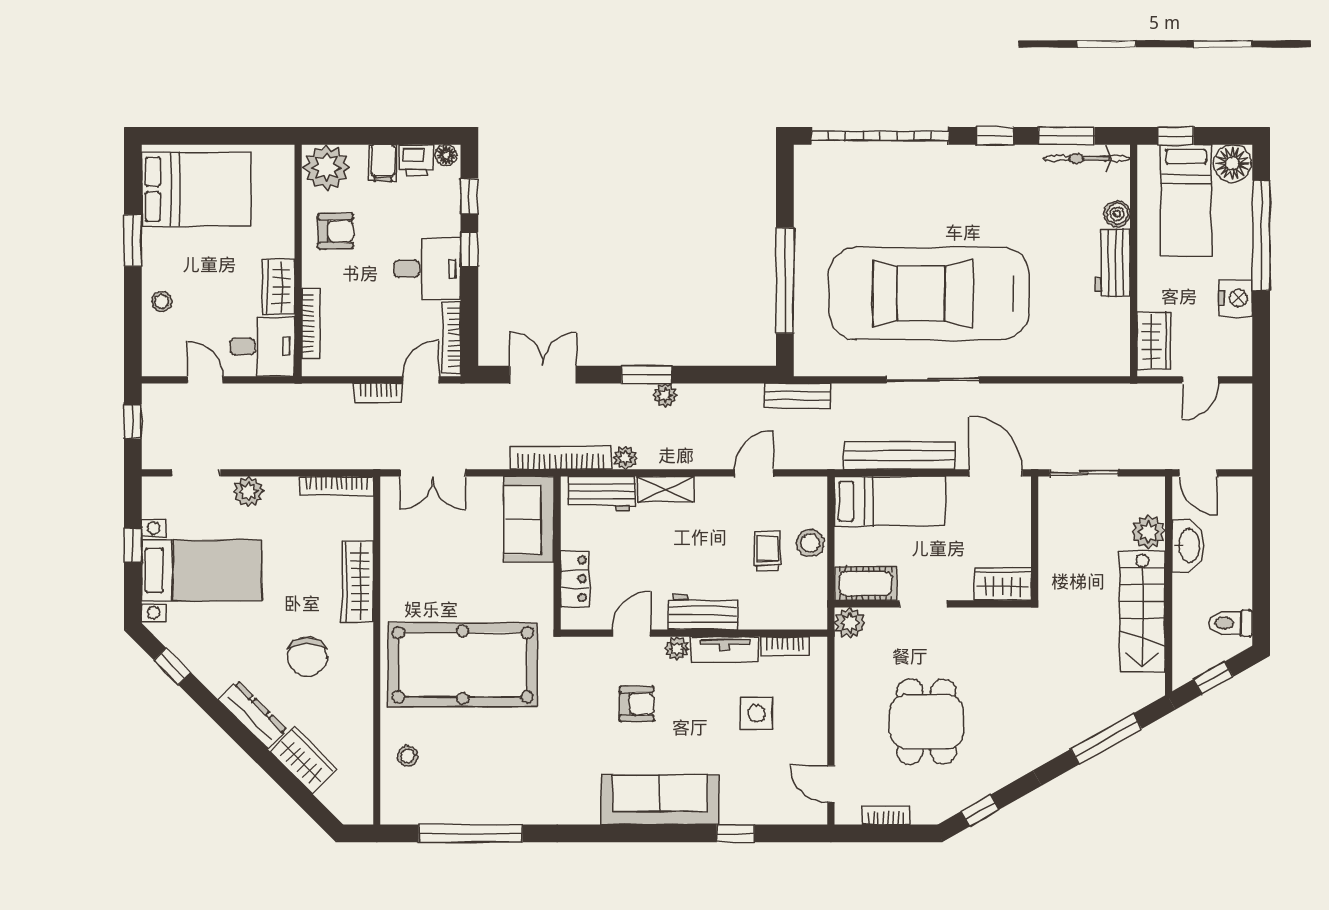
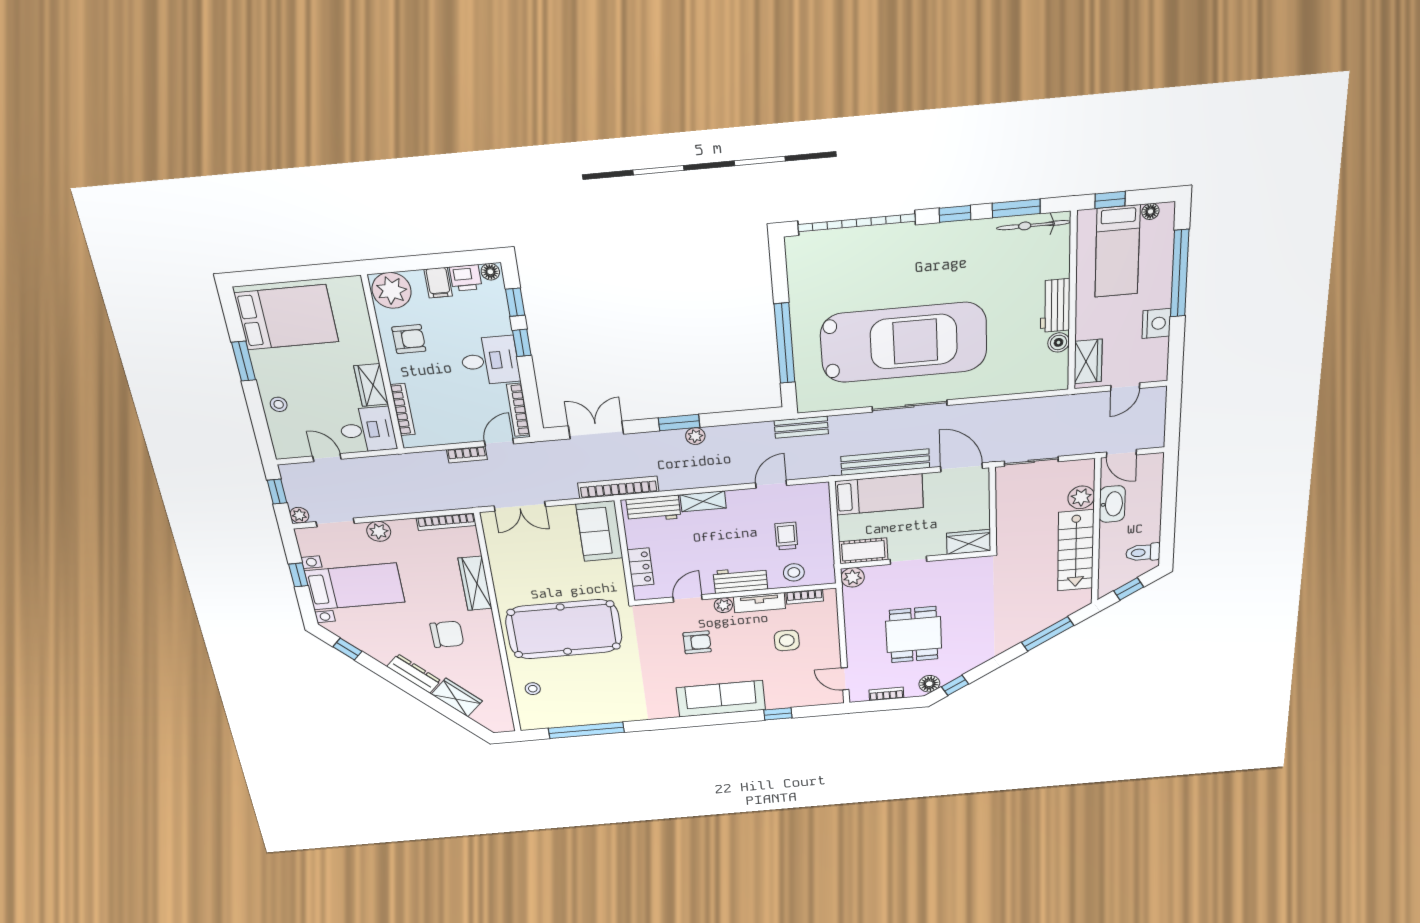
floor lamp: (1232, 163) -> (1150, 211), width x0.53, depth x0.53
boiler: (1117, 214) -> (1059, 342), moved
car: (929, 293) -> (904, 342), turned 180
plant: (625, 458) -> (299, 515), moved
stool: (810, 543) -> (794, 572), moved
chair: (308, 657) -> (447, 634), turned -90
floor lamp: (945, 804) -> (929, 684), added

